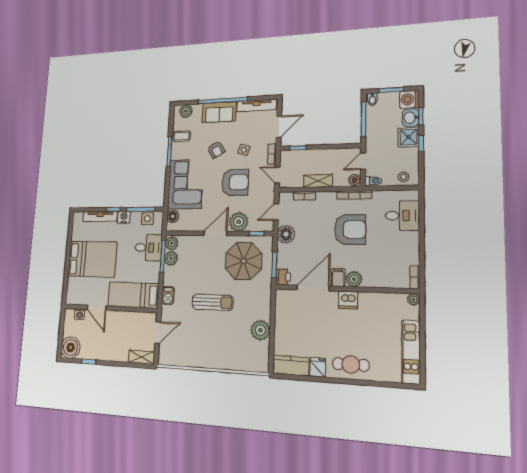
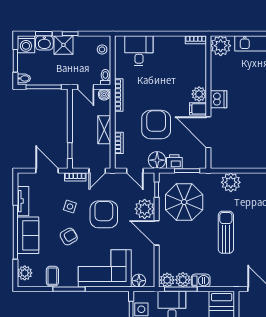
tv unit: (257, 105) -> (23, 201), width x0.71
armchair: (350, 229) -> (156, 124), moved
printer: (283, 277) -> (174, 162), moved
barbecue: (168, 296) -> (201, 281), moved
plant: (414, 299) -> (221, 46), width x1.88, depth x1.88
plant: (260, 330) -> (231, 182), moved

